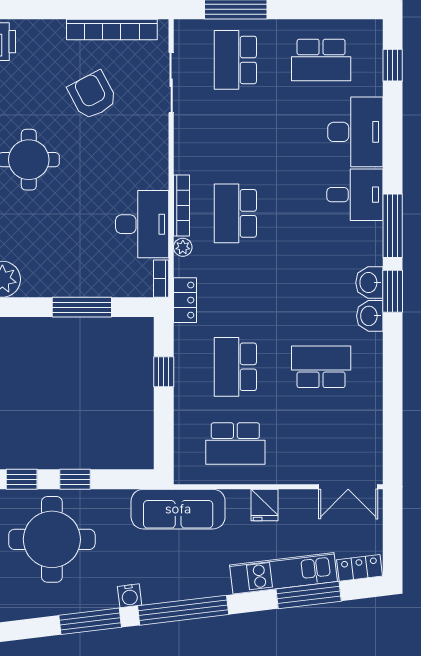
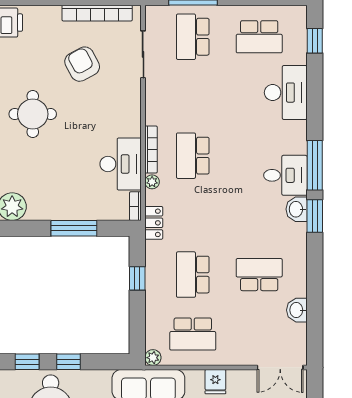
desk: (355, 195) -> (285, 175), moved
washbasin: (370, 316) -> (297, 310), moved
plant: (184, 474) -> (153, 358), added

